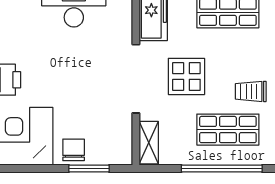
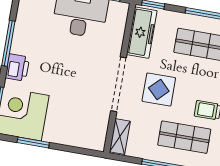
chair: (74, 150) -> (60, 132), removed
window: (89, 169) -> (33, 142), moved

